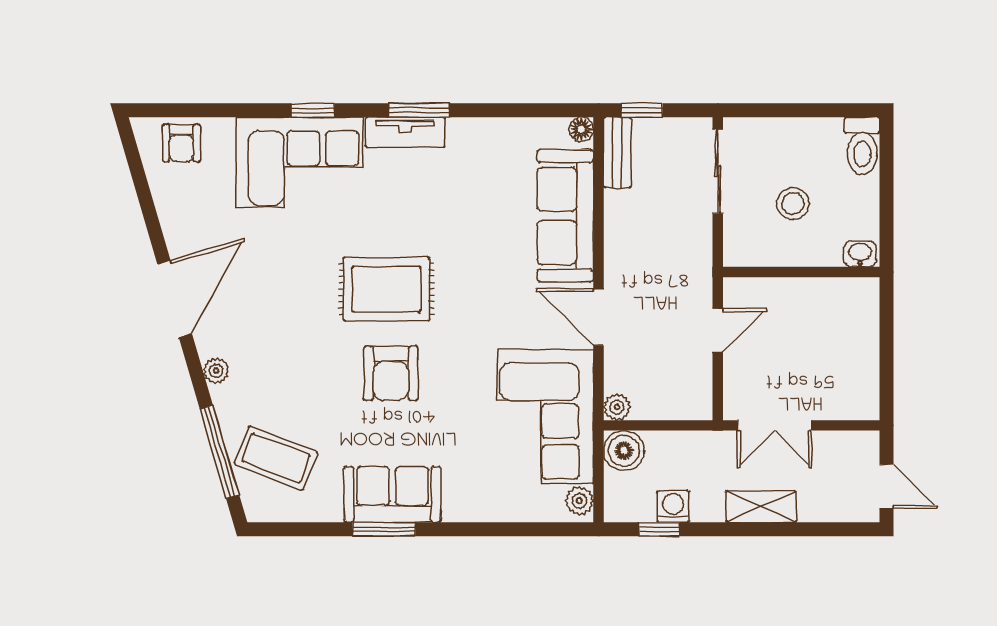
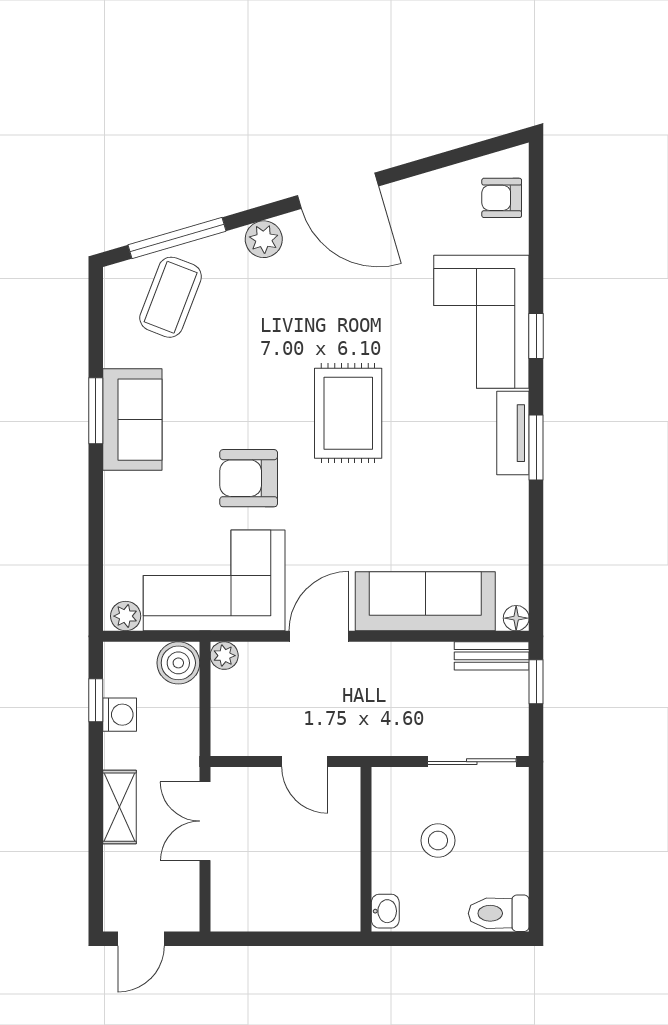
plant: (216, 371) -> (264, 239), width x1.38, depth x1.38
armchair: (391, 373) -> (249, 478), moved

